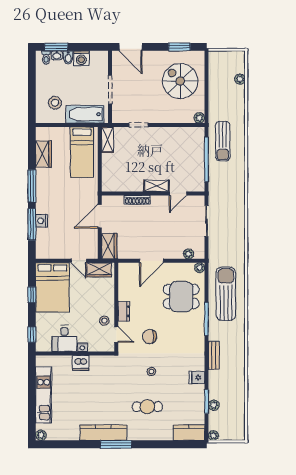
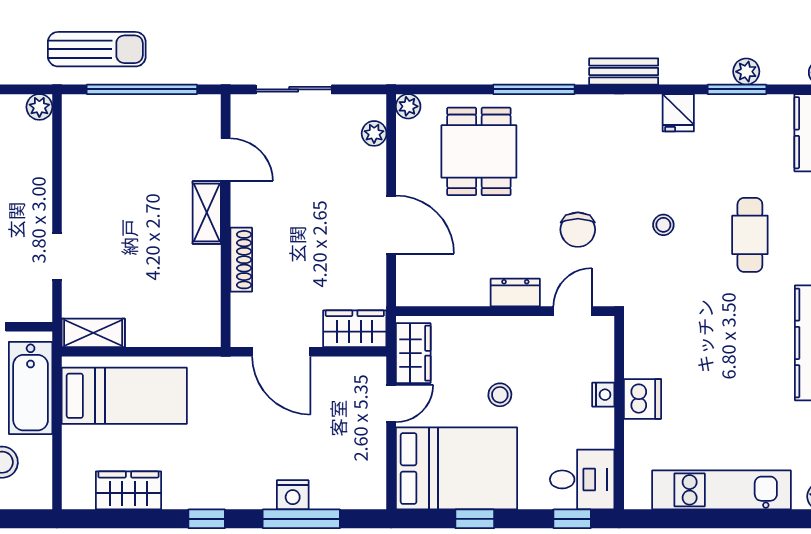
window: (32, 186) -> (207, 519), width x0.46
sun lounger: (226, 294) -> (472, 42), removed
stool: (104, 321) -> (500, 395), moved
desk: (64, 338) -> (582, 479), moved

